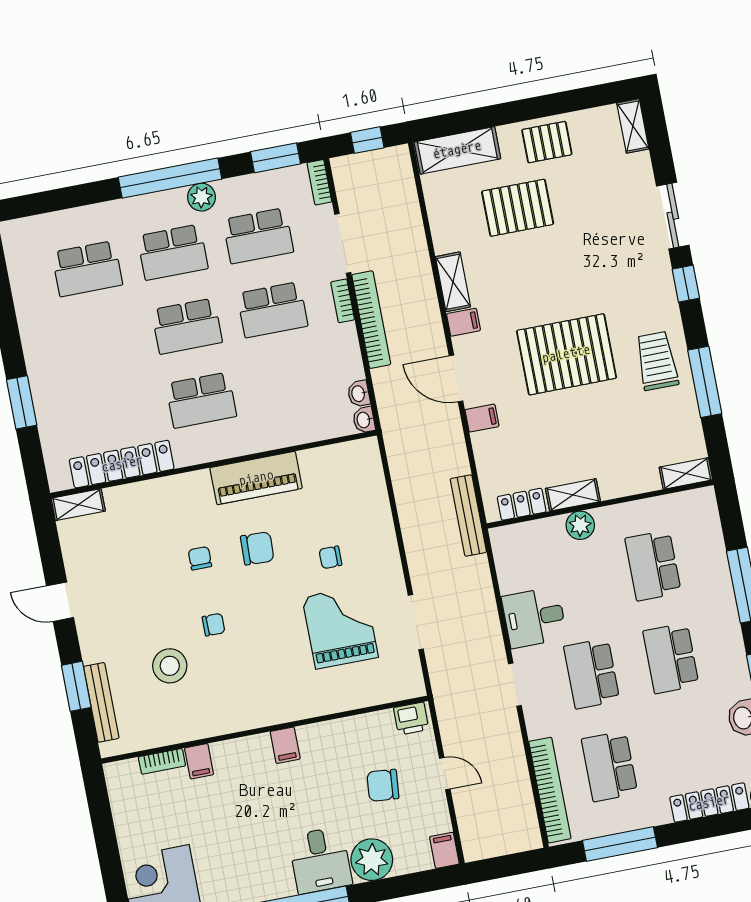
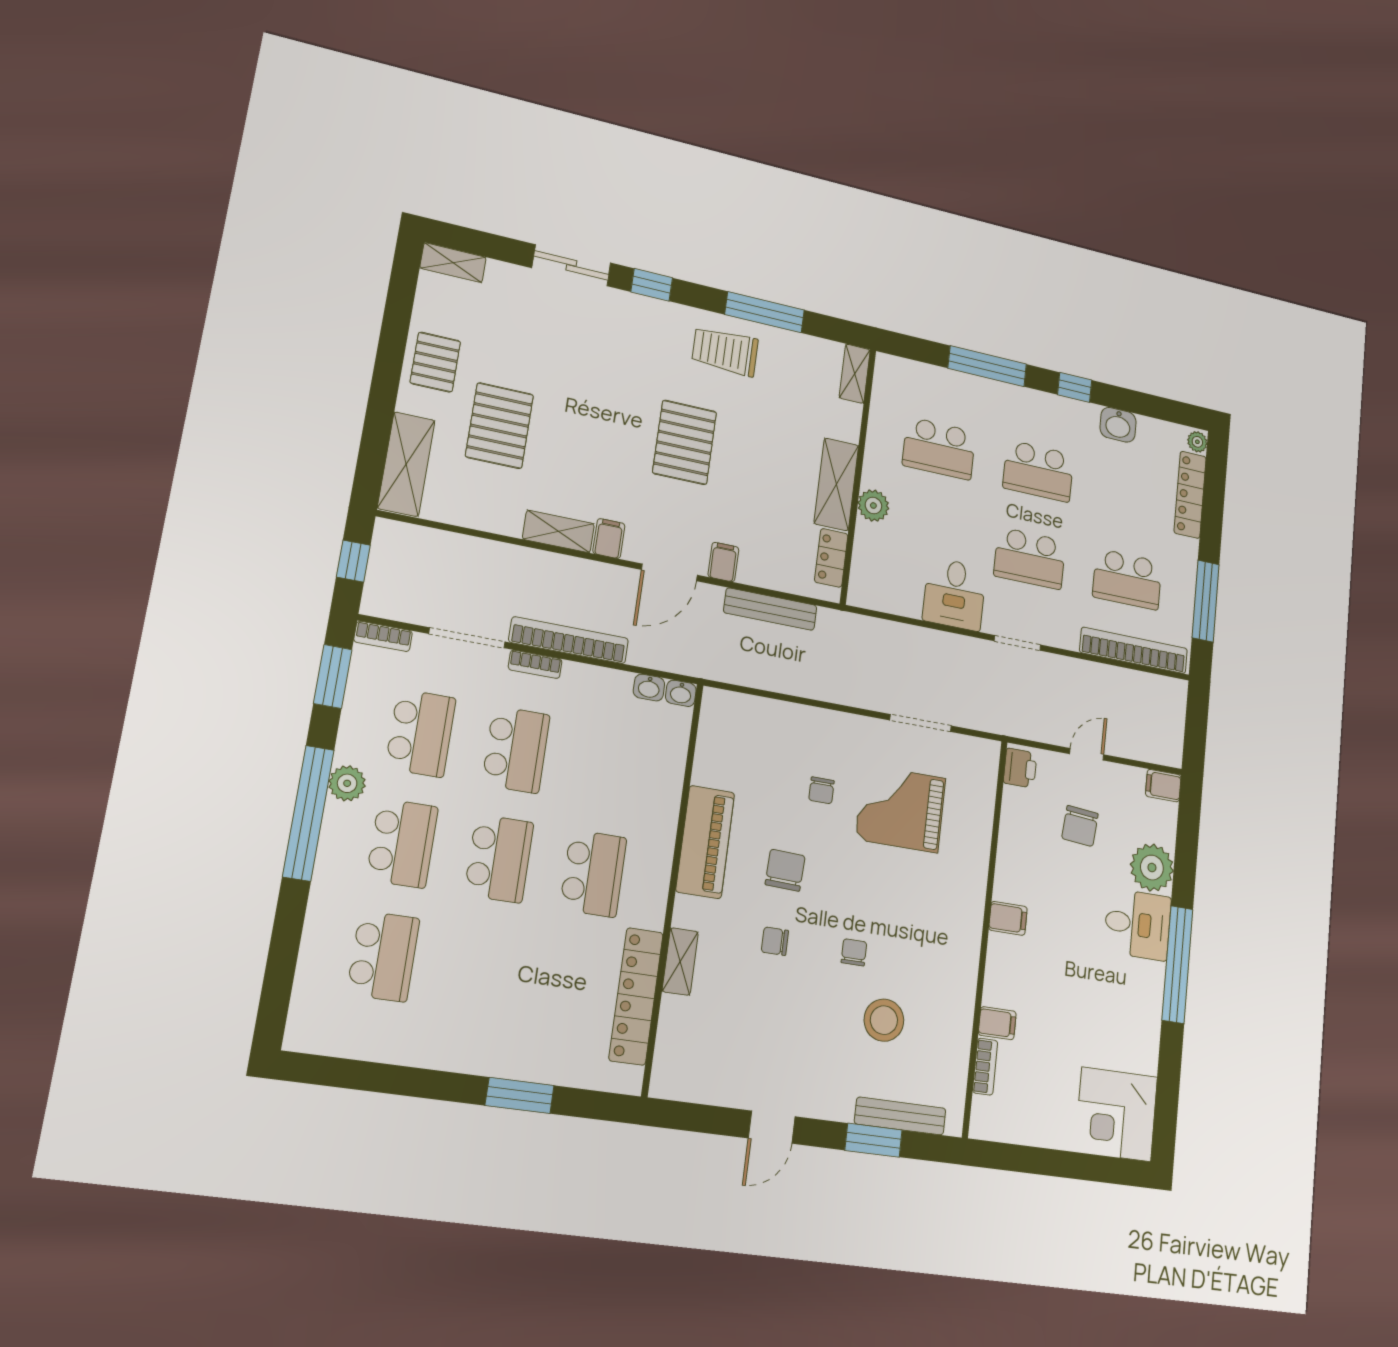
pallet: (566, 354) -> (685, 442), width x0.73, depth x0.71
shelving: (573, 495) -> (836, 484), width x1.50, depth x1.33
shelving: (78, 505) -> (680, 962), moved
bench: (468, 515) -> (770, 609), moved

